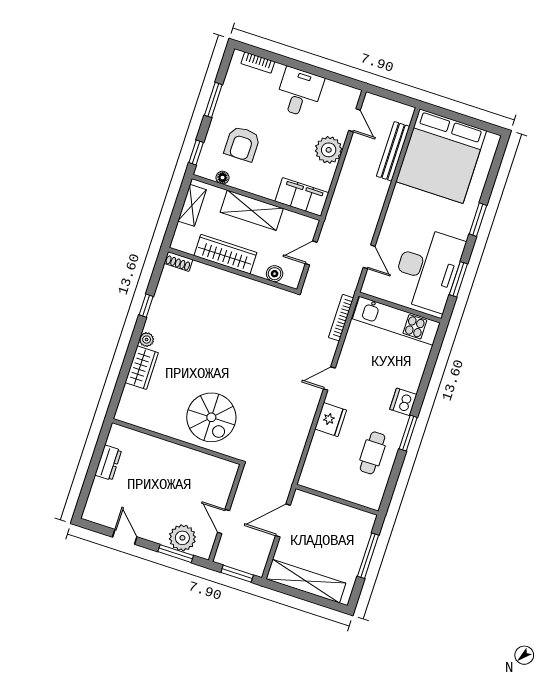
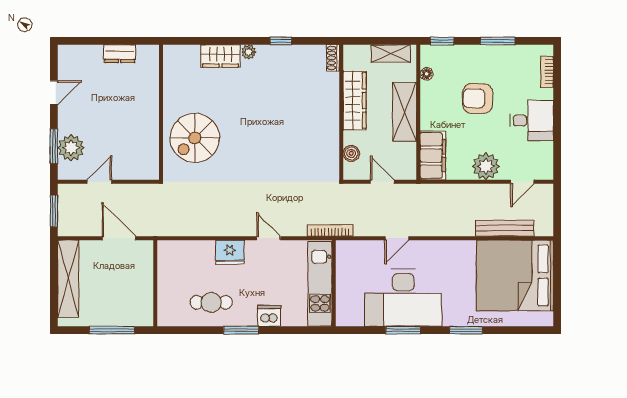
armchair: (242, 144) -> (478, 98), moved
wall: (400, 307) -> (334, 283), moved
kitchen unit: (396, 321) -> (320, 284), moved

